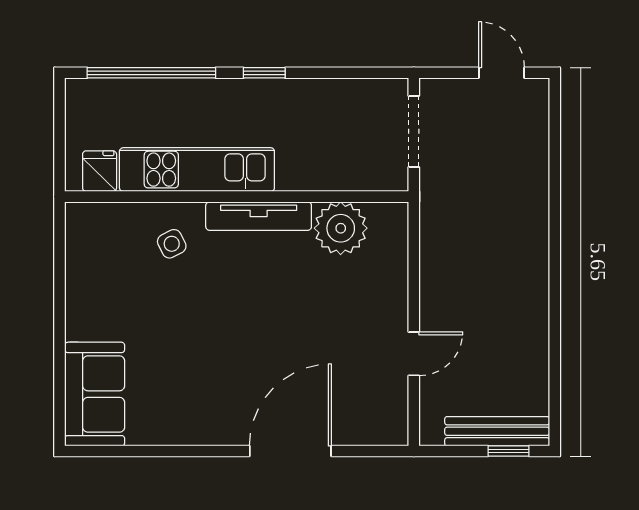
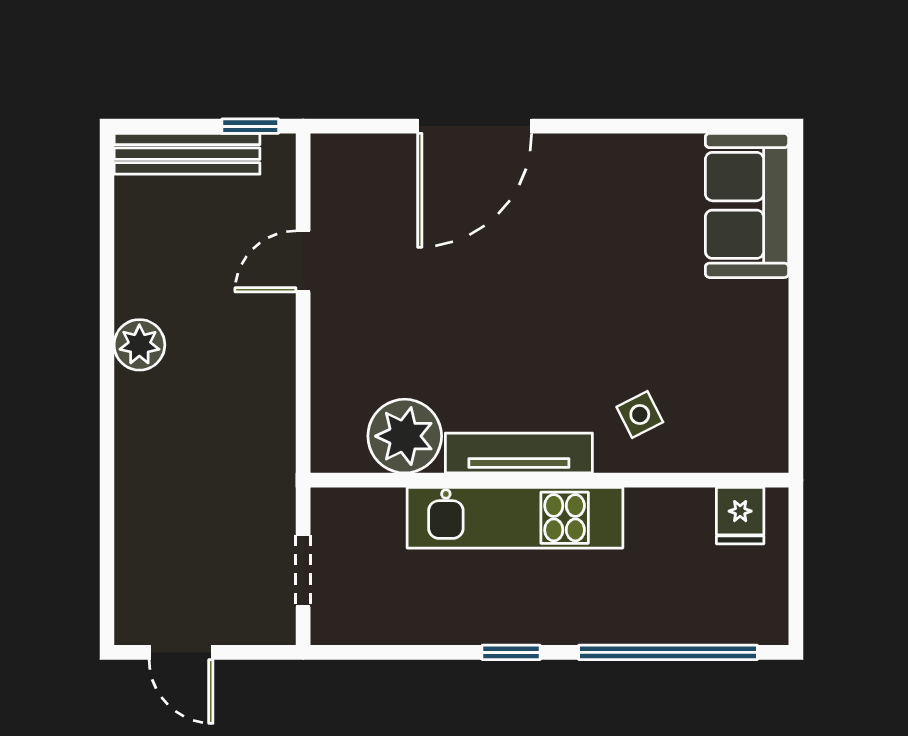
doorway: (414, 131) -> (303, 571), width x0.73
kitchen unit: (197, 170) -> (515, 518), moved
plant: (531, 294) -> (139, 345), added
window: (508, 451) -> (250, 126), moved

